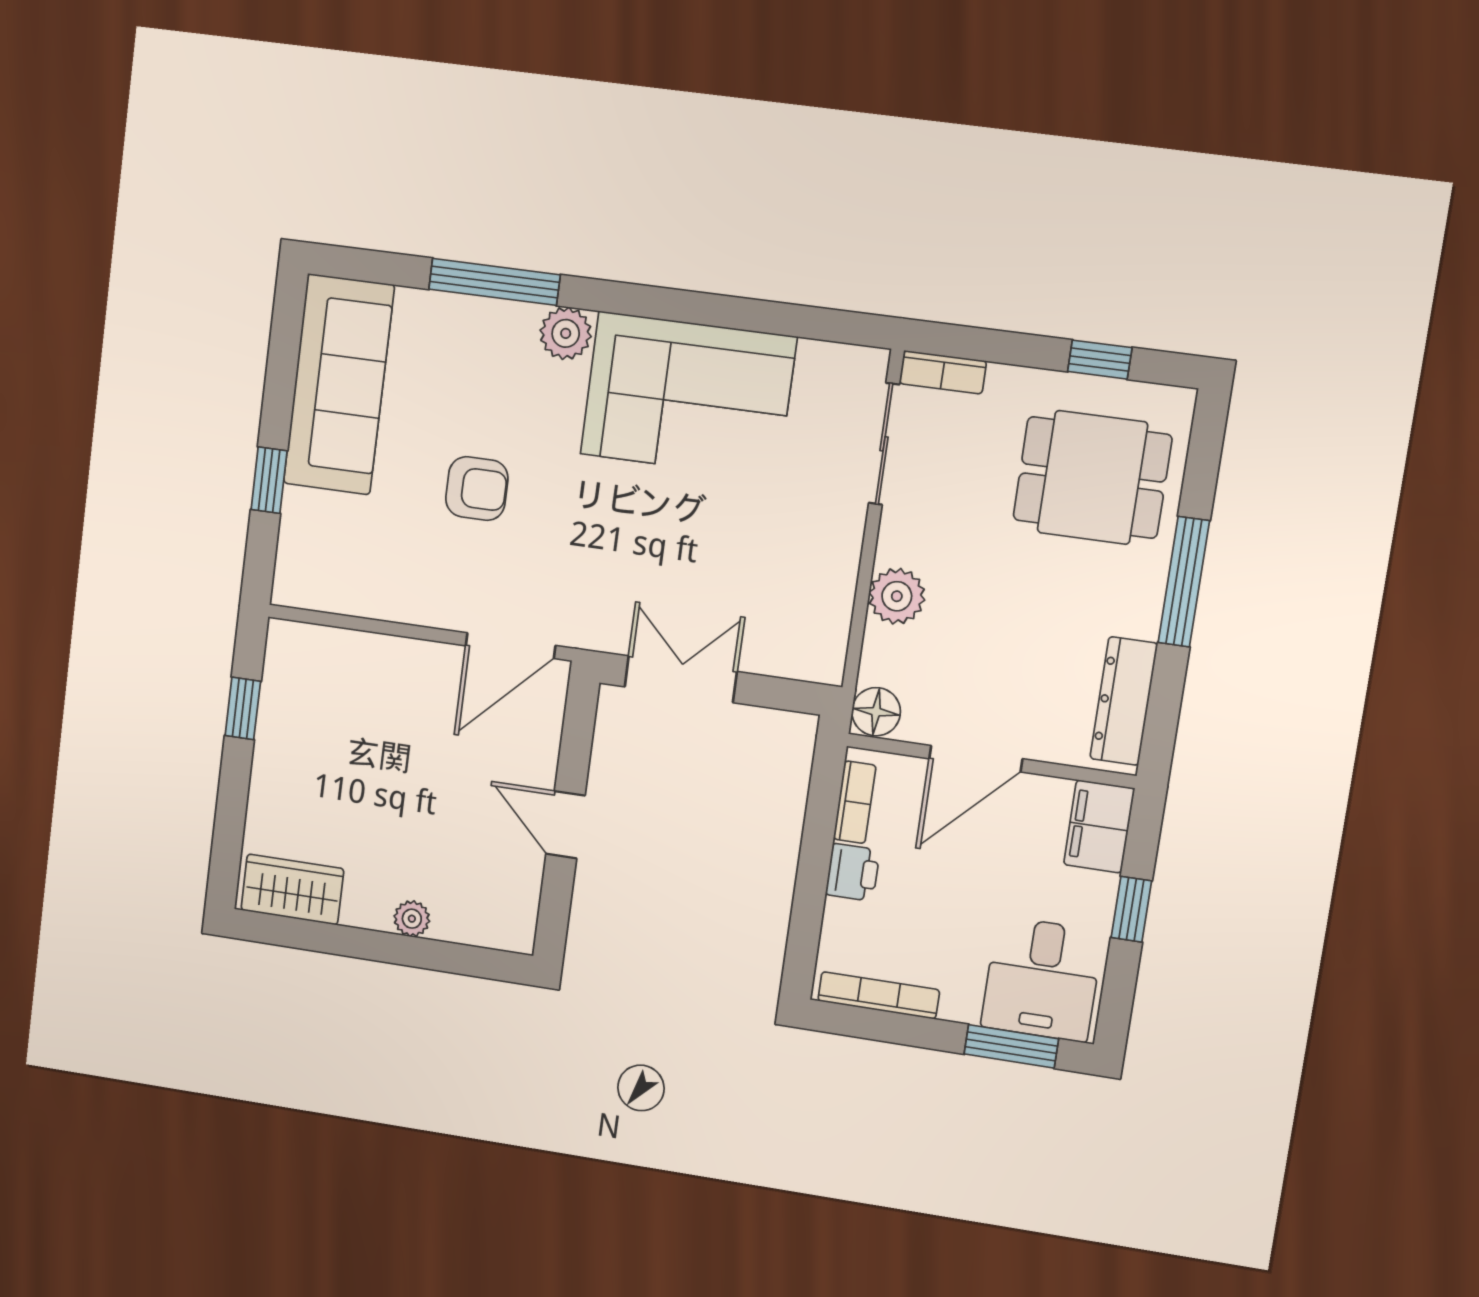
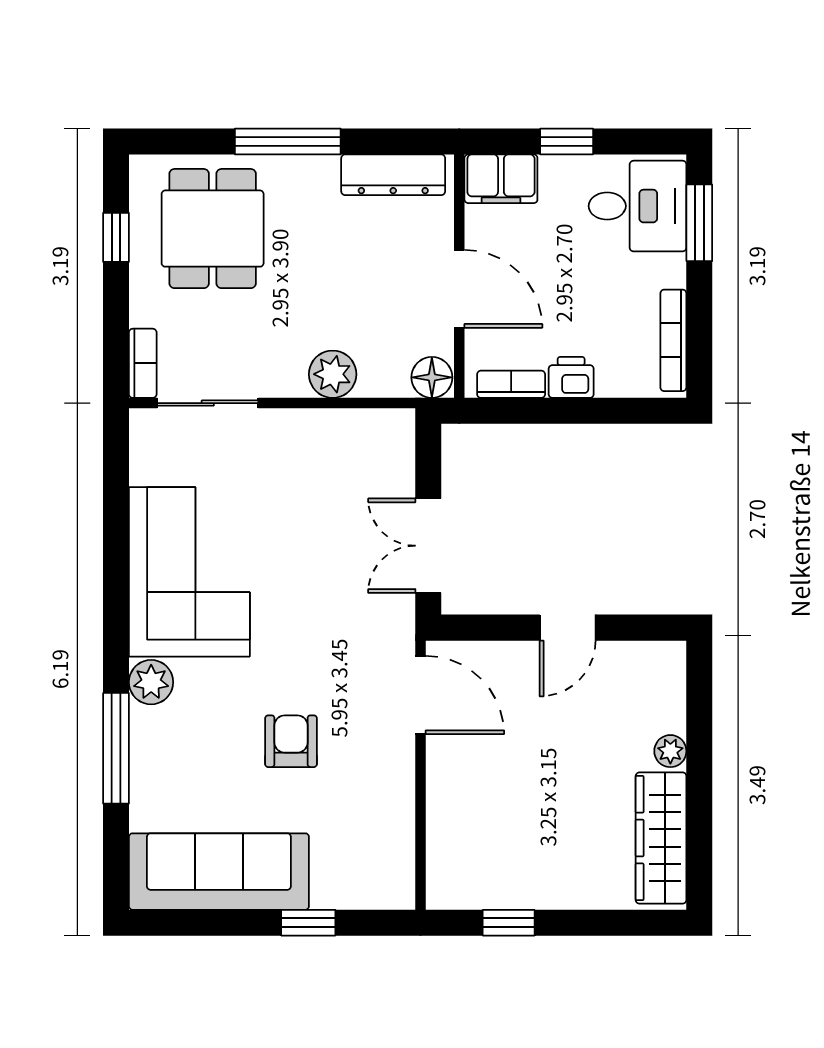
wardrobe: (292, 889) -> (661, 838), width x1.50

